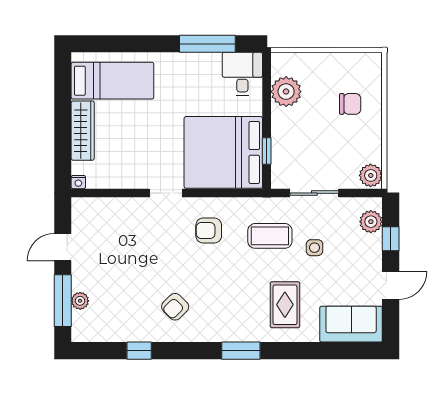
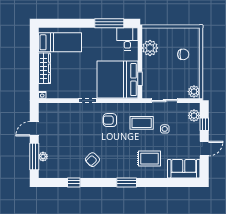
rug: (285, 305) -> (149, 159), turned 90

